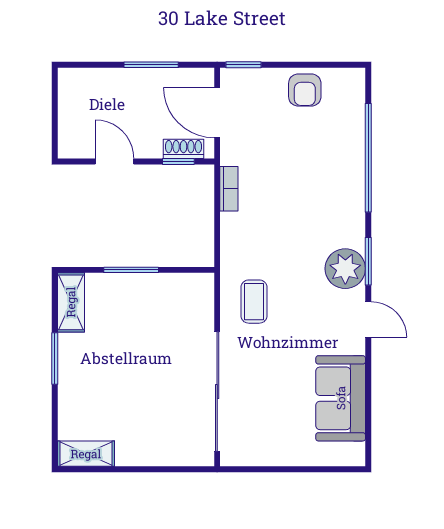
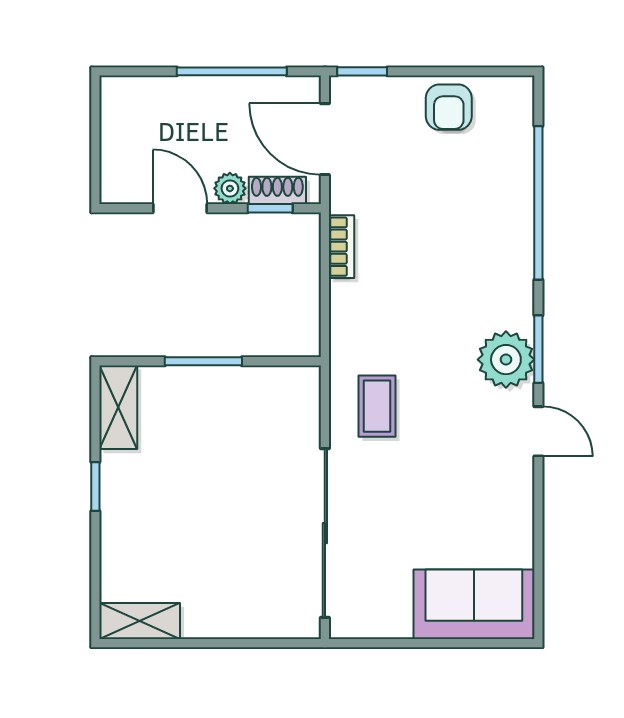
window: (151, 65) -> (232, 71), width x1.44
plant: (150, 148) -> (230, 188), added
window: (55, 358) -> (95, 487), width x0.67
sofa: (341, 398) -> (474, 604), moved, turned 90

